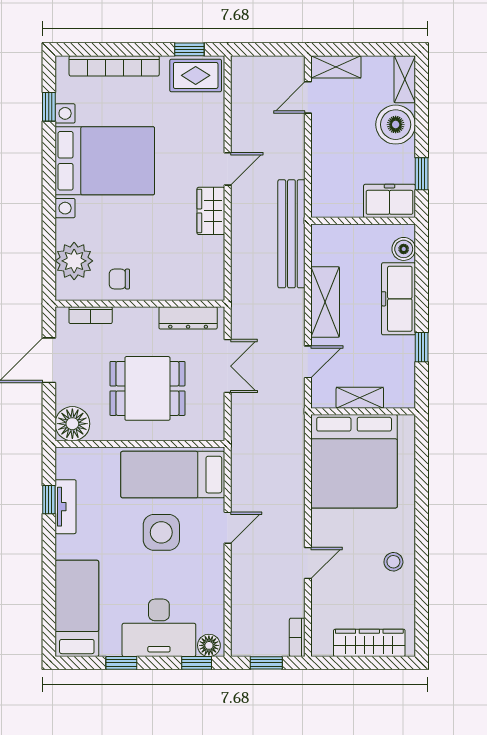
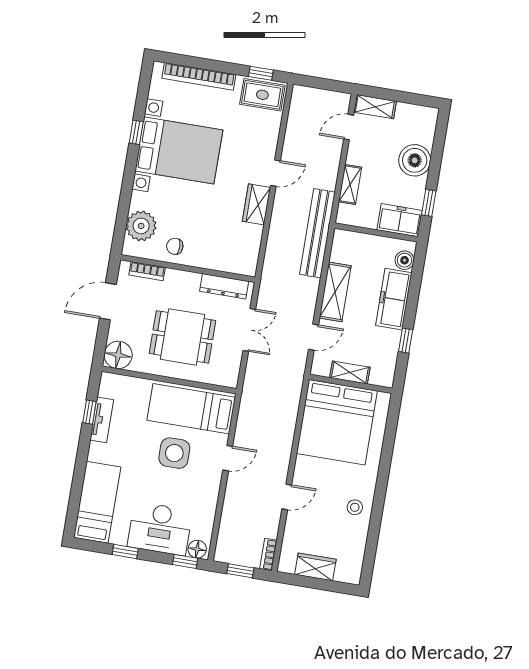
shelving: (405, 79) -> (350, 185), moved
window: (49, 107) -> (136, 132), moved
wardrobe: (369, 643) -> (315, 567), width x0.67

